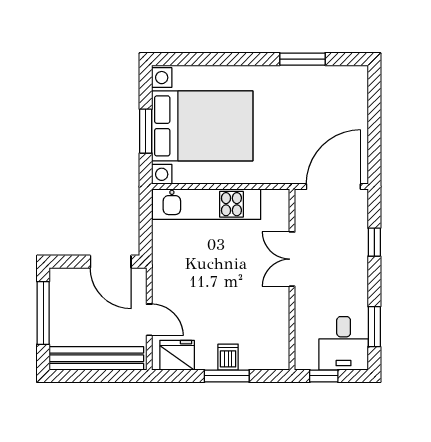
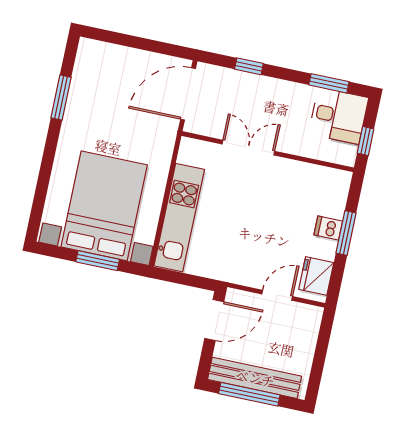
door: (333, 187) -> (188, 94), hinge flipped
double door: (292, 259) -> (248, 148), swing flipped
bench: (96, 358) -> (255, 378), moved, turned 90

